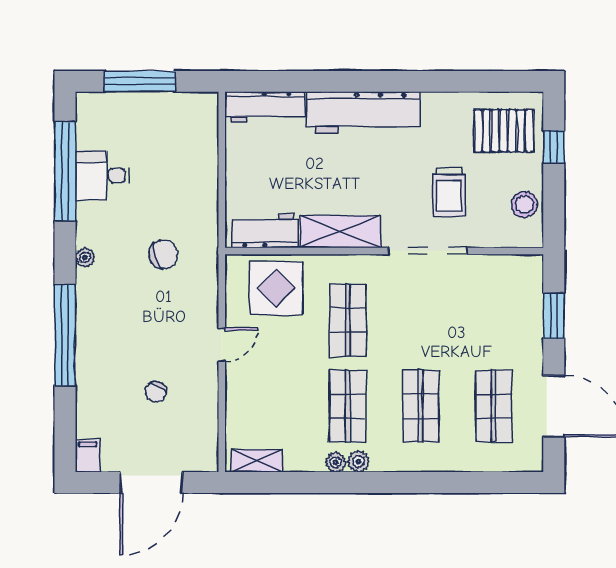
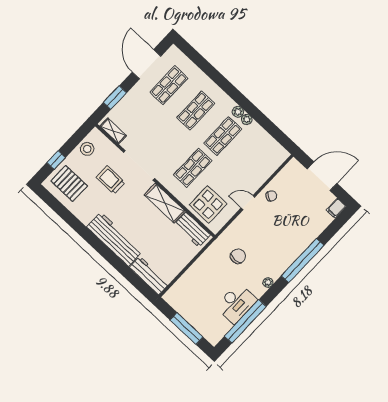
desk: (102, 175) -> (236, 303), width x1.37
trolley: (449, 192) -> (111, 180), turned -90
chair: (163, 254) -> (238, 256), turned 109
chair: (156, 392) -> (271, 196), moved
shelving: (257, 461) -> (113, 131), moved

